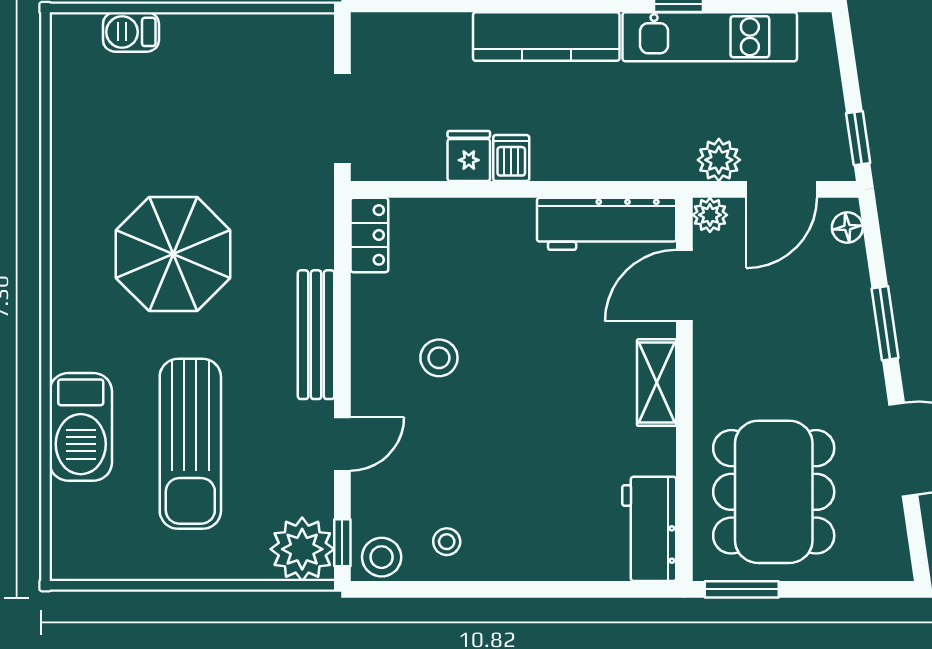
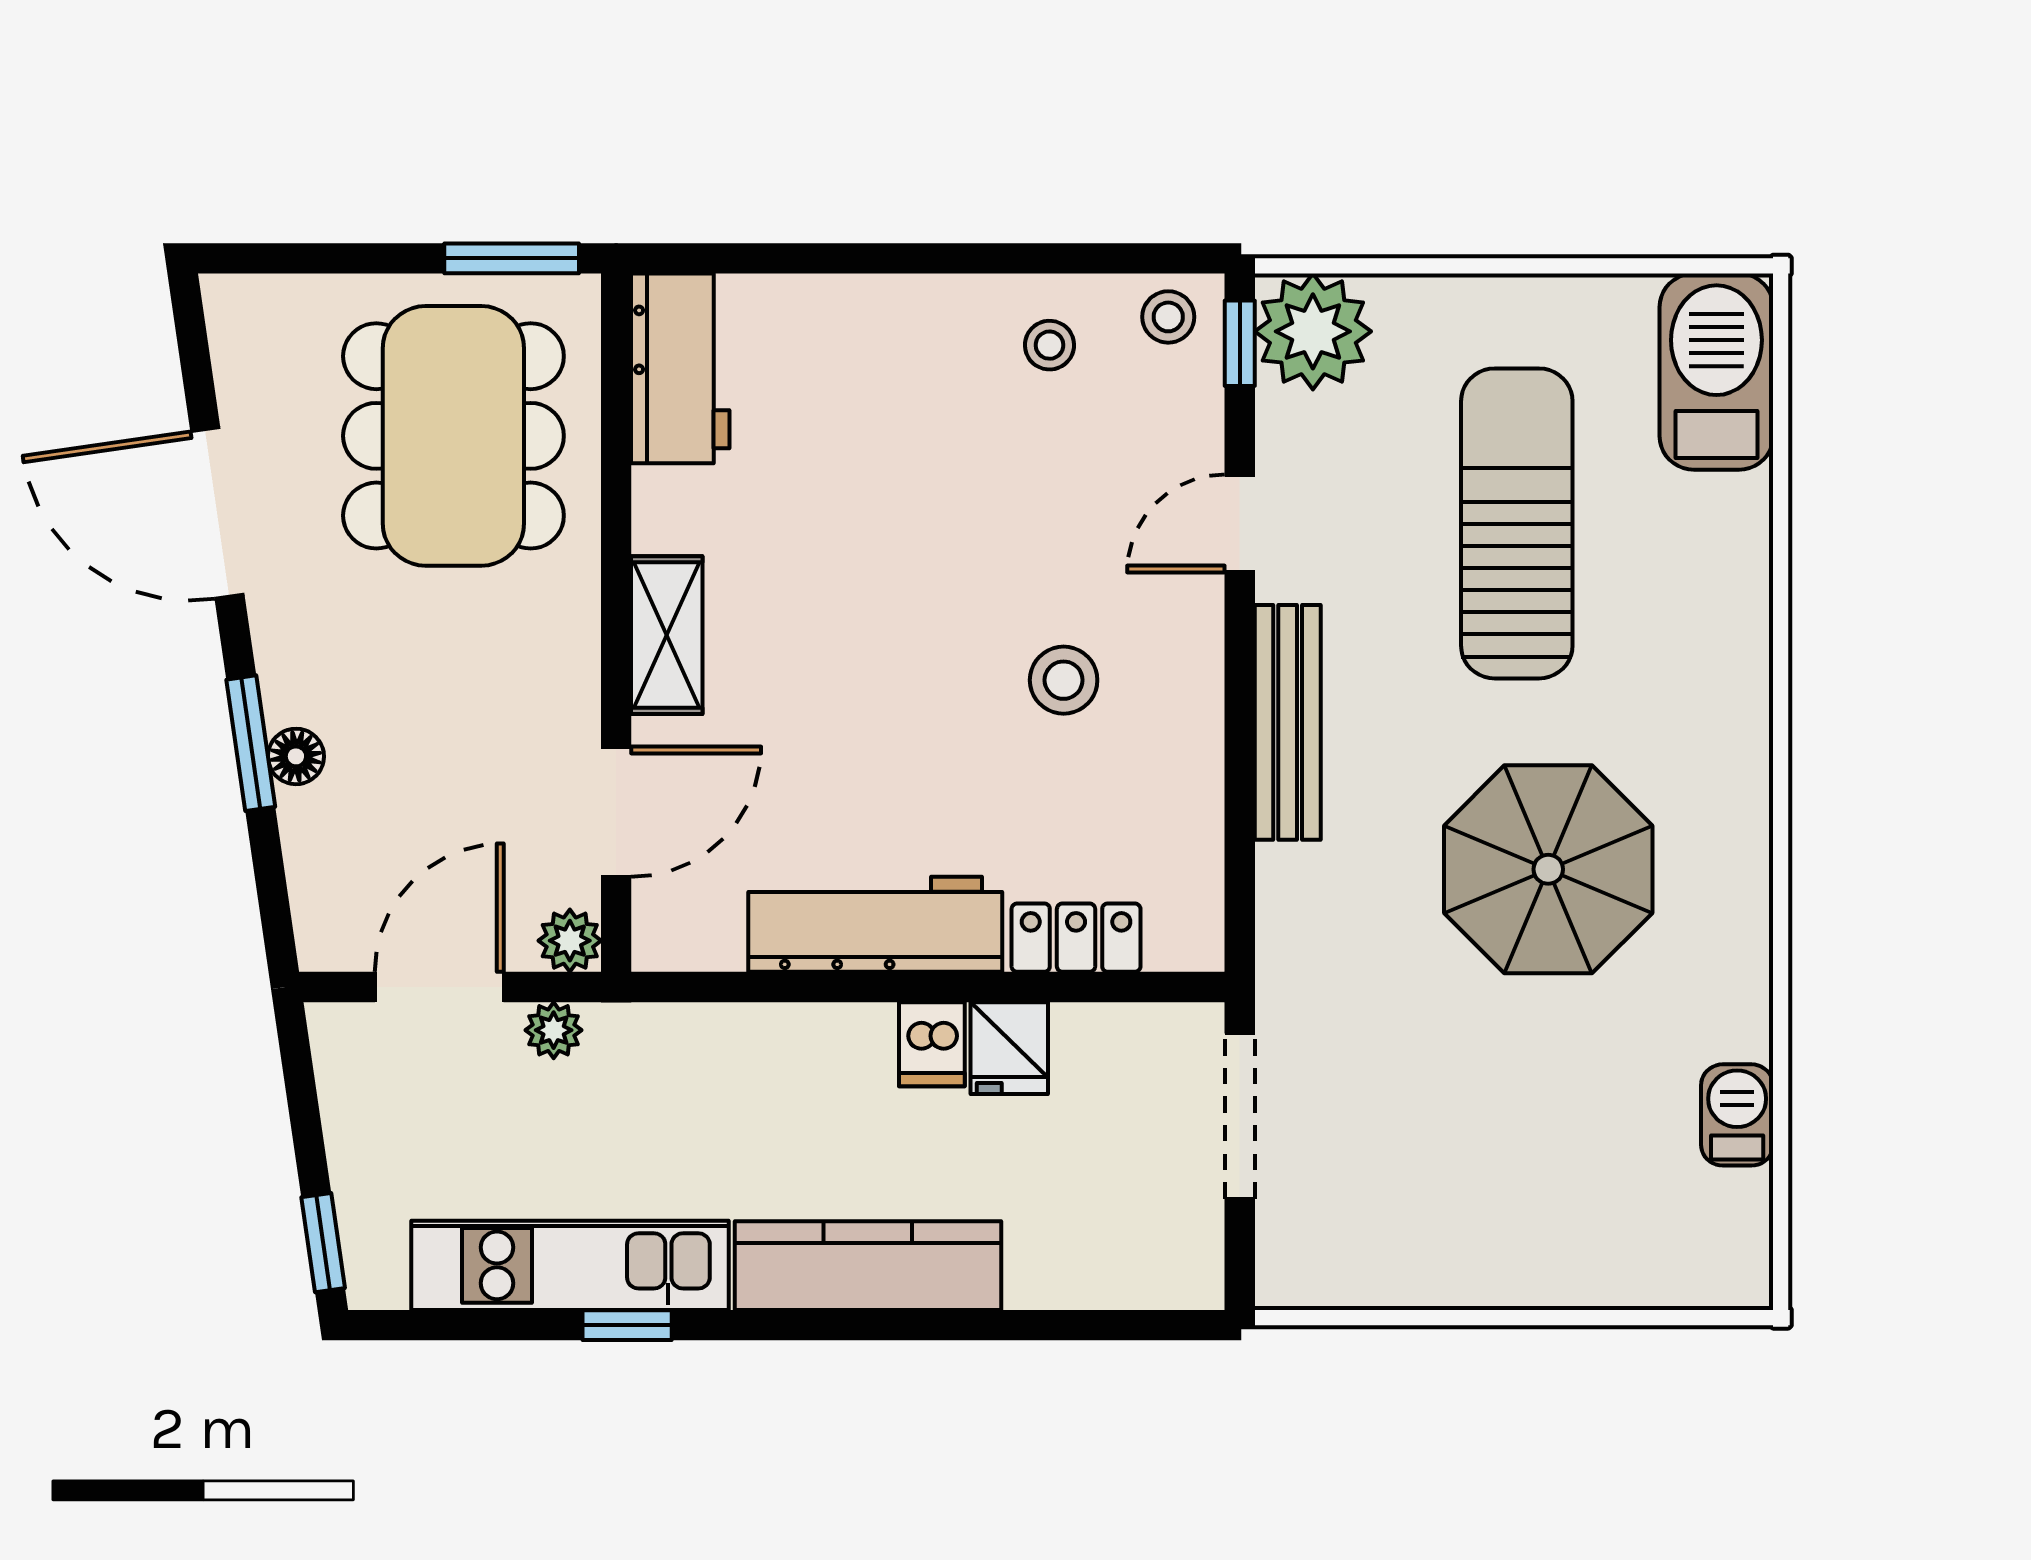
barbecue: (131, 32) -> (1737, 1115), moved, turned -90
window: (858, 138) -> (323, 1243), moved
plant: (719, 160) -> (554, 1030), width x0.73, depth x0.73
workbench: (607, 224) -> (875, 924), moved
floor lamp: (847, 228) -> (296, 756), moved
locker: (369, 235) -> (1076, 938), moved, turned 90
barbecue: (81, 427) -> (1716, 372), moved
stool: (382, 557) -> (1168, 317), width x0.73, depth x0.73

